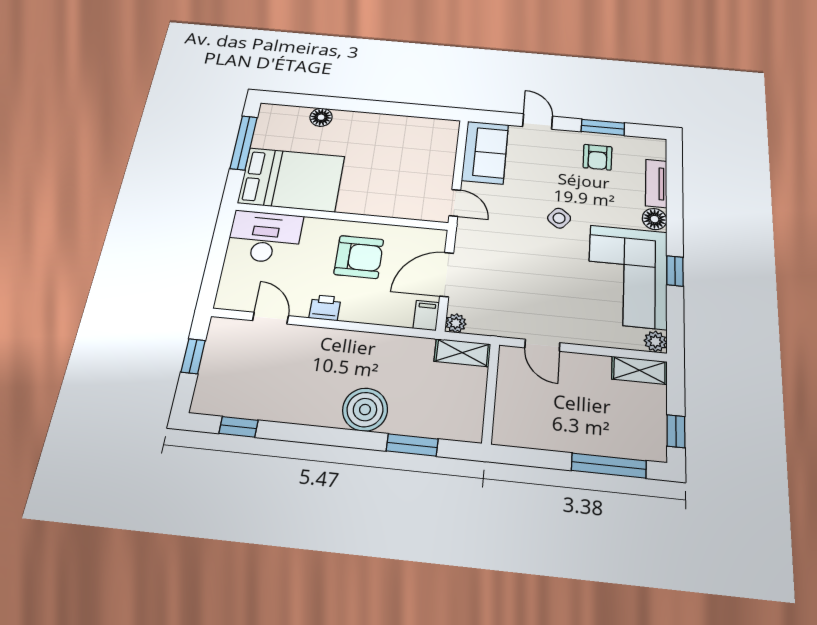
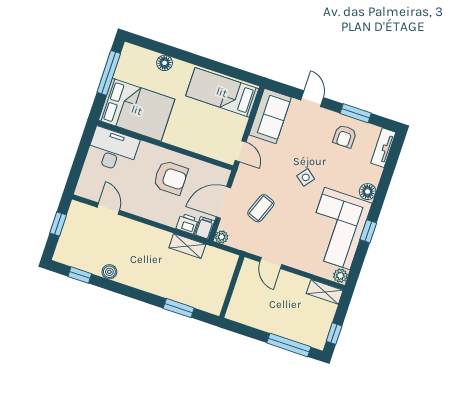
bed: (410, 137) -> (222, 92), added
tv unit: (656, 183) -> (383, 148), moved
coffee table: (505, 271) -> (261, 208), added
printer: (325, 308) -> (187, 224), moved
shelving: (462, 353) -> (187, 246), moved
boiler: (365, 410) -> (109, 272), moved, width x0.54, depth x0.54

